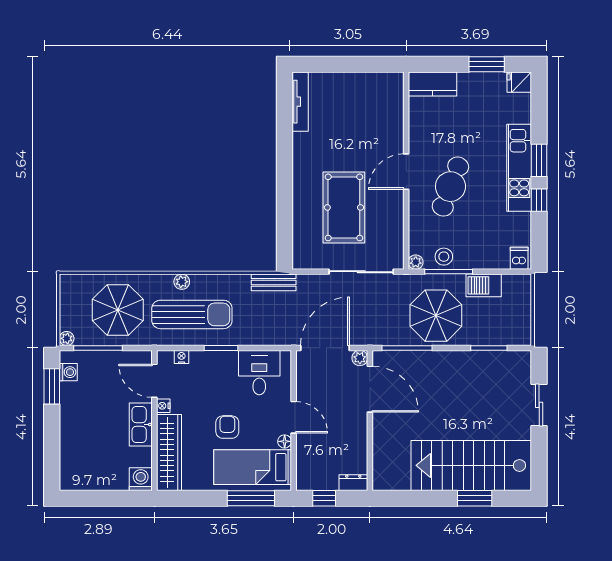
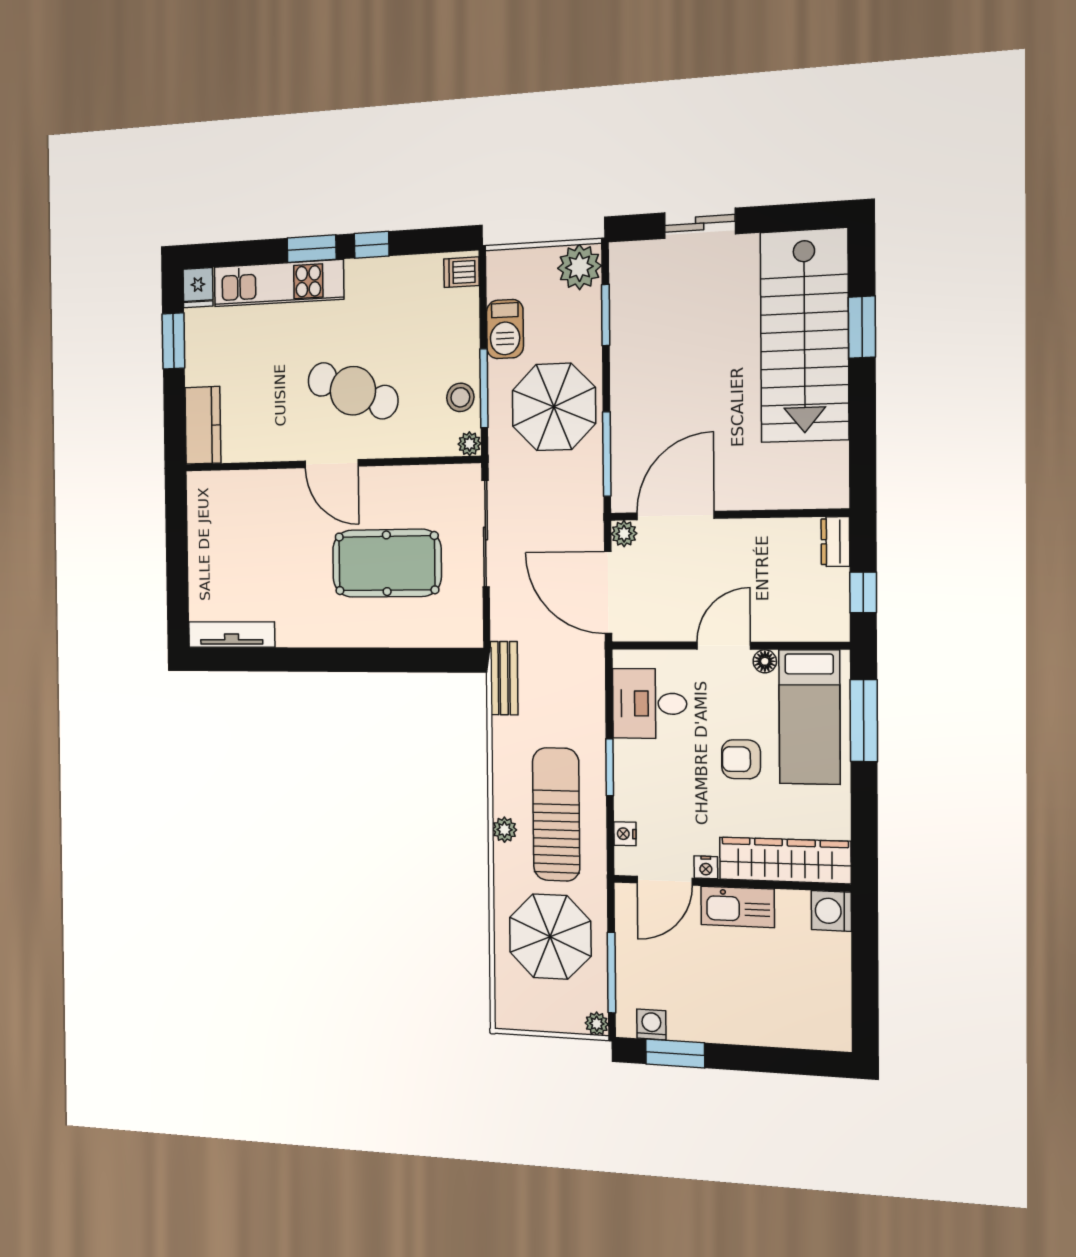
kitchen unit: (519, 168) -> (279, 283), moved
plant: (518, 332) -> (579, 267), added

